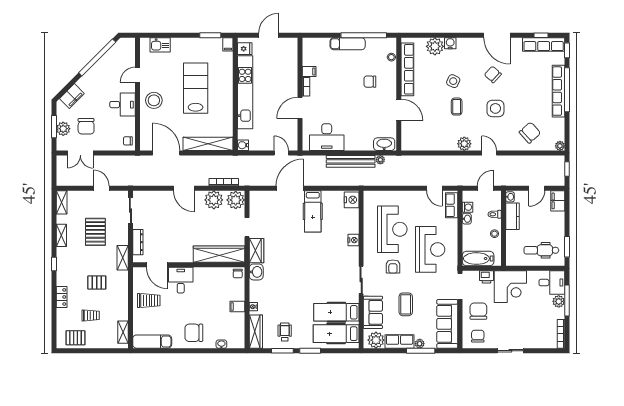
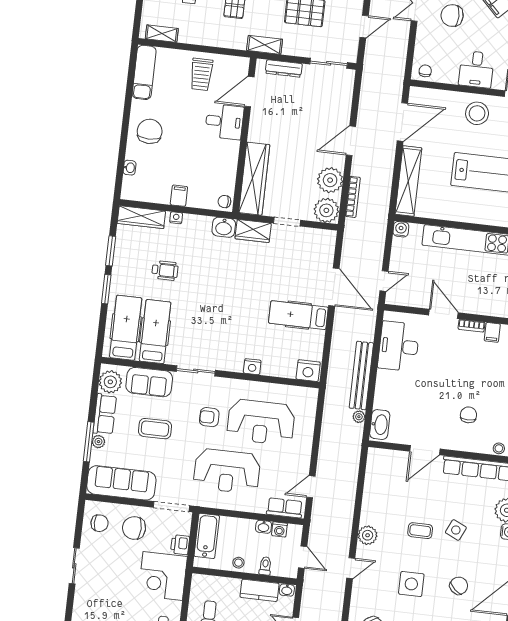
chair: (478, 311) -> (134, 528), turned 180
wheelchair: (285, 332) -> (165, 270), moved

